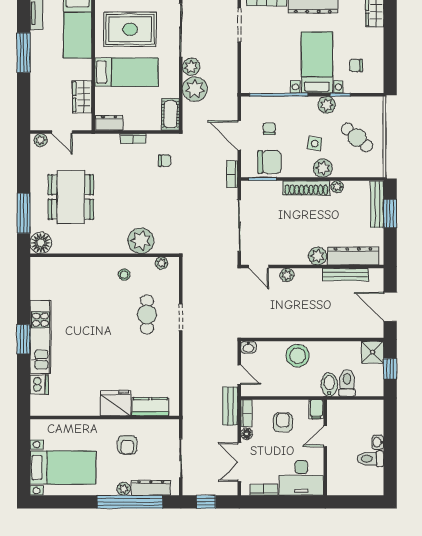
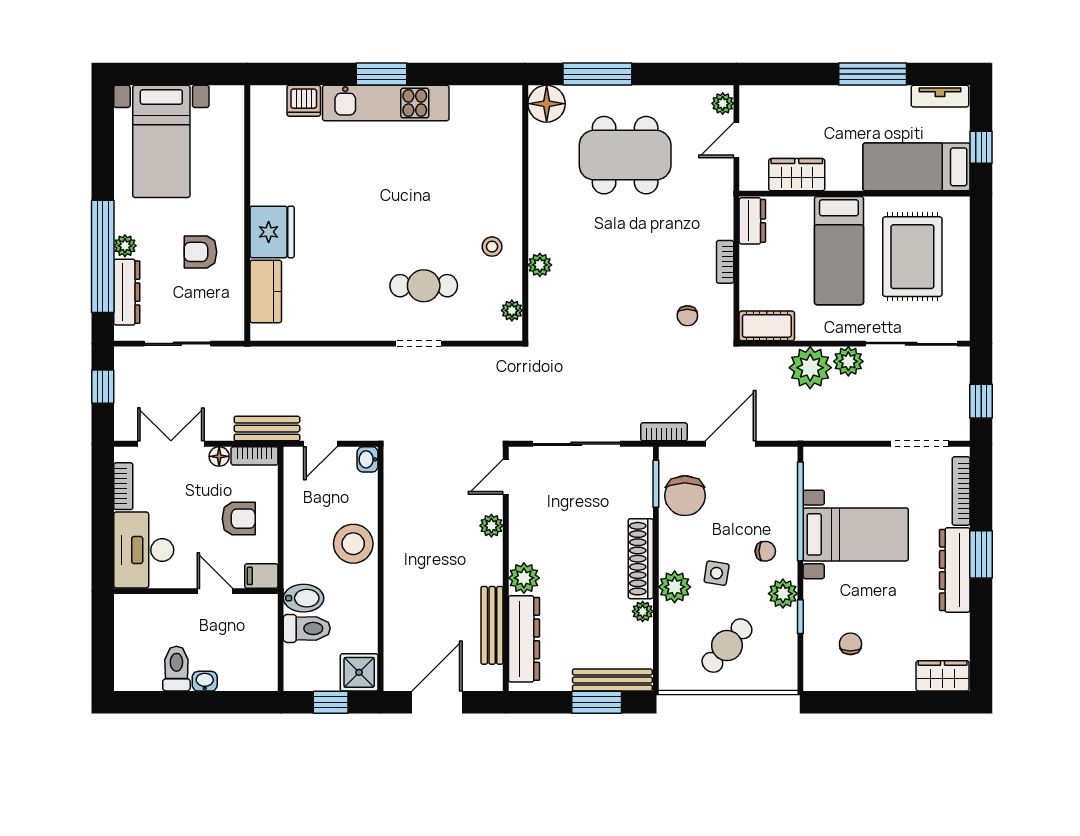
bed with nightstands: (317, 62) -> (856, 534), moved
chair: (269, 129) -> (765, 551), moved
plant: (141, 241) -> (540, 265), width x0.53, depth x0.53

